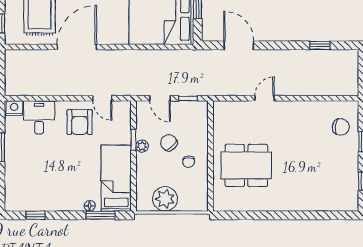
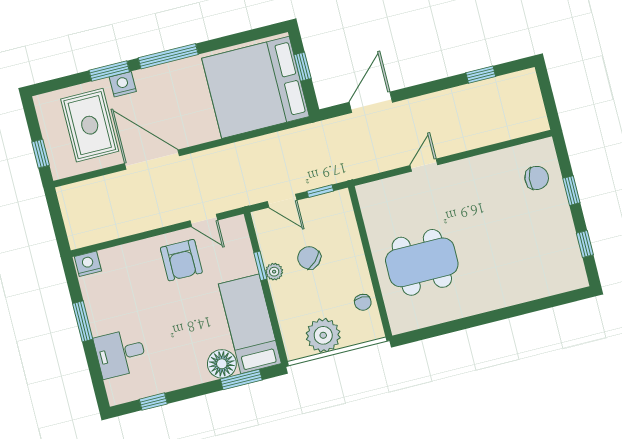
door: (239, 45) -> (371, 102), hinge flipped
door: (77, 47) -> (152, 160), hinge flipped
desk: (39, 117) -> (120, 353), moved, turned -90
chair: (189, 162) -> (363, 302), moved
floor lamp: (90, 206) -> (222, 364), width x1.89, depth x1.89

